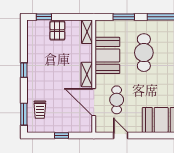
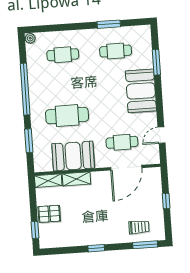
shelving: (87, 74) -> (76, 179), moved

